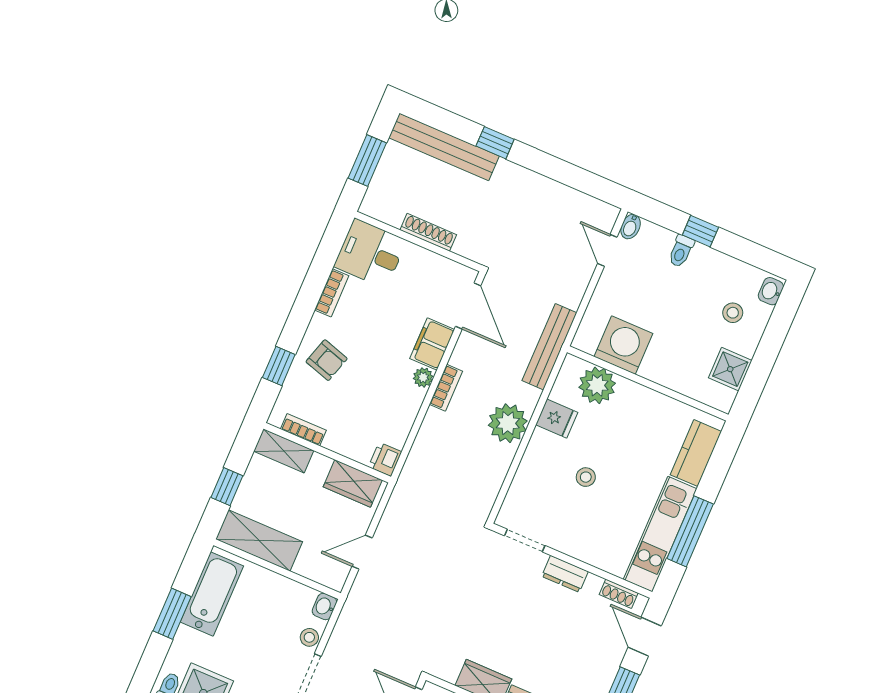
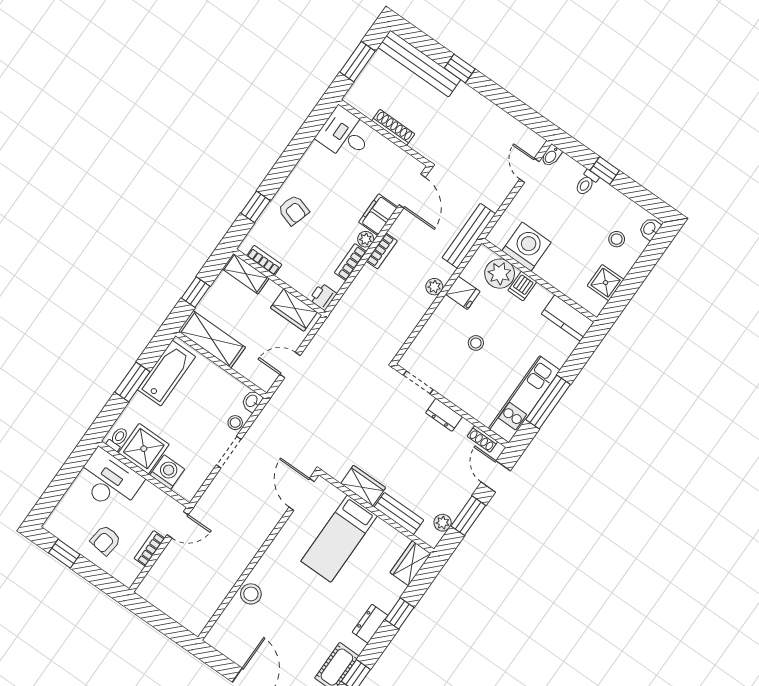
bookcase: (332, 293) -> (350, 262), moved, turned 180
dishwasher: (628, 395) -> (522, 286), added
plant: (508, 423) -> (434, 287), width x0.53, depth x0.53
kitchen counter: (696, 453) -> (568, 318), moved, turned -90

